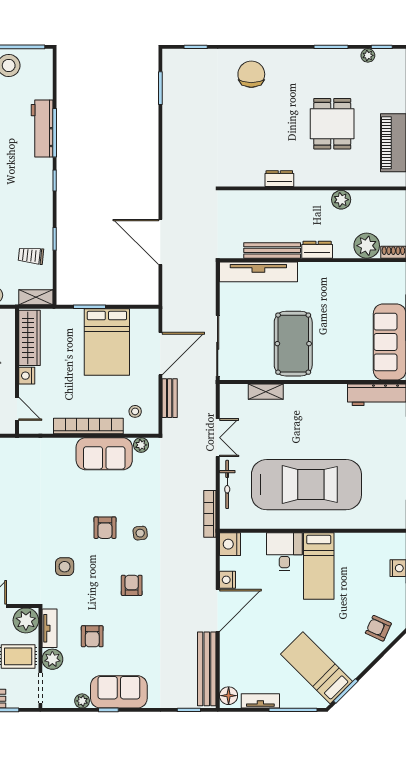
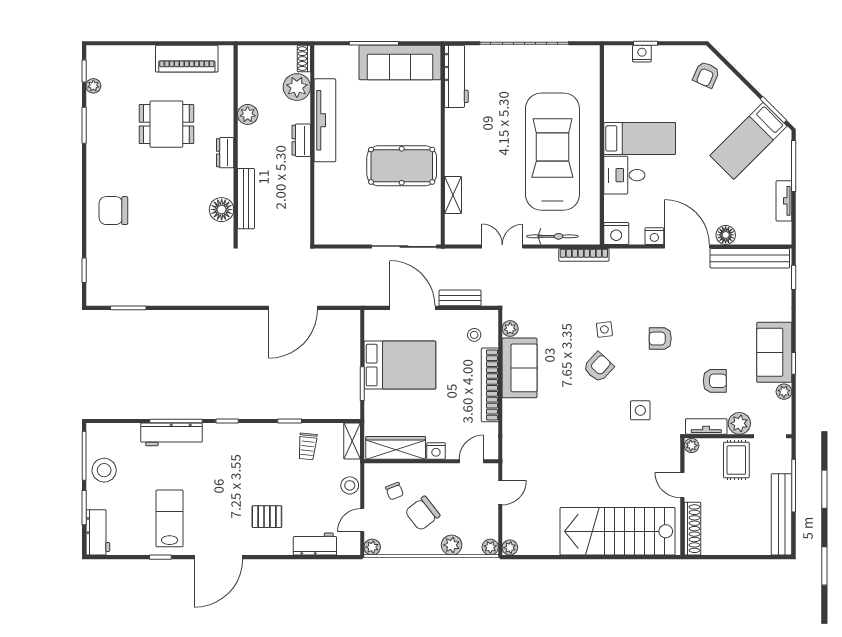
floor lamp: (252, 175) -> (222, 210), added
dresser: (279, 179) -> (225, 153), moved
bench: (272, 250) -> (246, 199), moved
tv unit: (258, 272) -> (325, 120), moved
armchair: (105, 528) -> (599, 367), turned -47
plant: (26, 620) -> (692, 445), width x0.53, depth x0.53
floor lamp: (229, 696) -> (726, 235), moved

